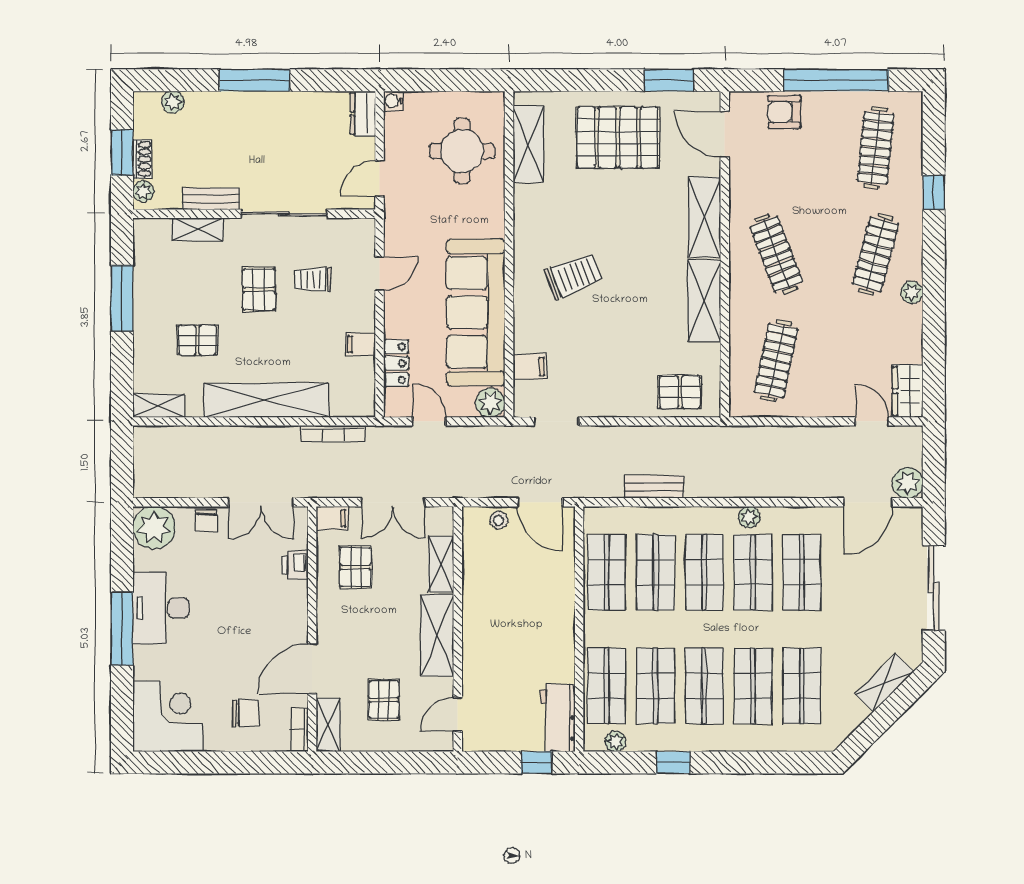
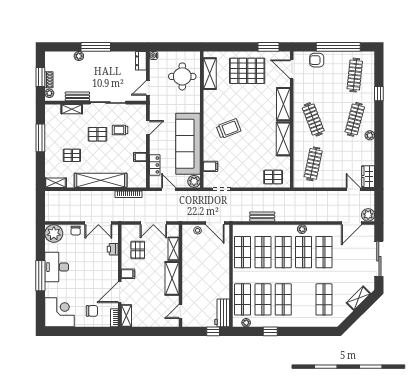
plant: (173, 102) -> (79, 56), moved
pallet: (259, 290) -> (97, 134), turned 90
filing cabinet: (332, 518) -> (128, 274), moved
shop shelf: (753, 686) -> (304, 299), removed
pallet: (384, 700) -> (150, 305), removed

